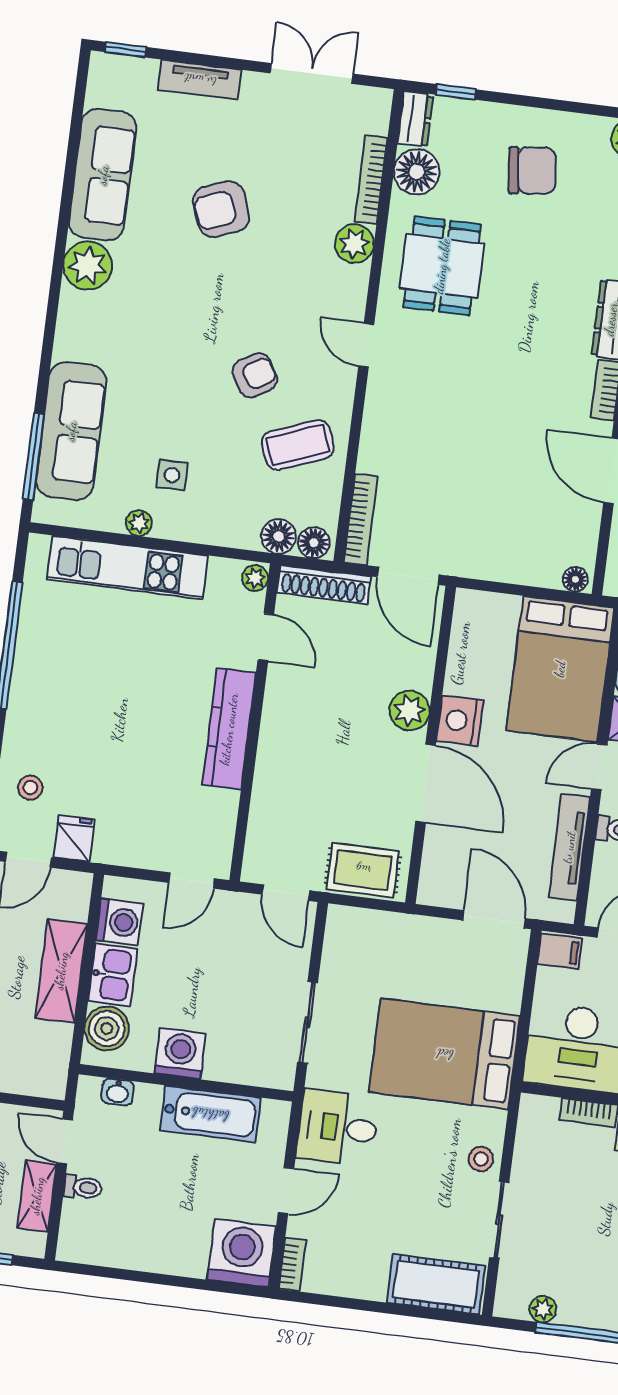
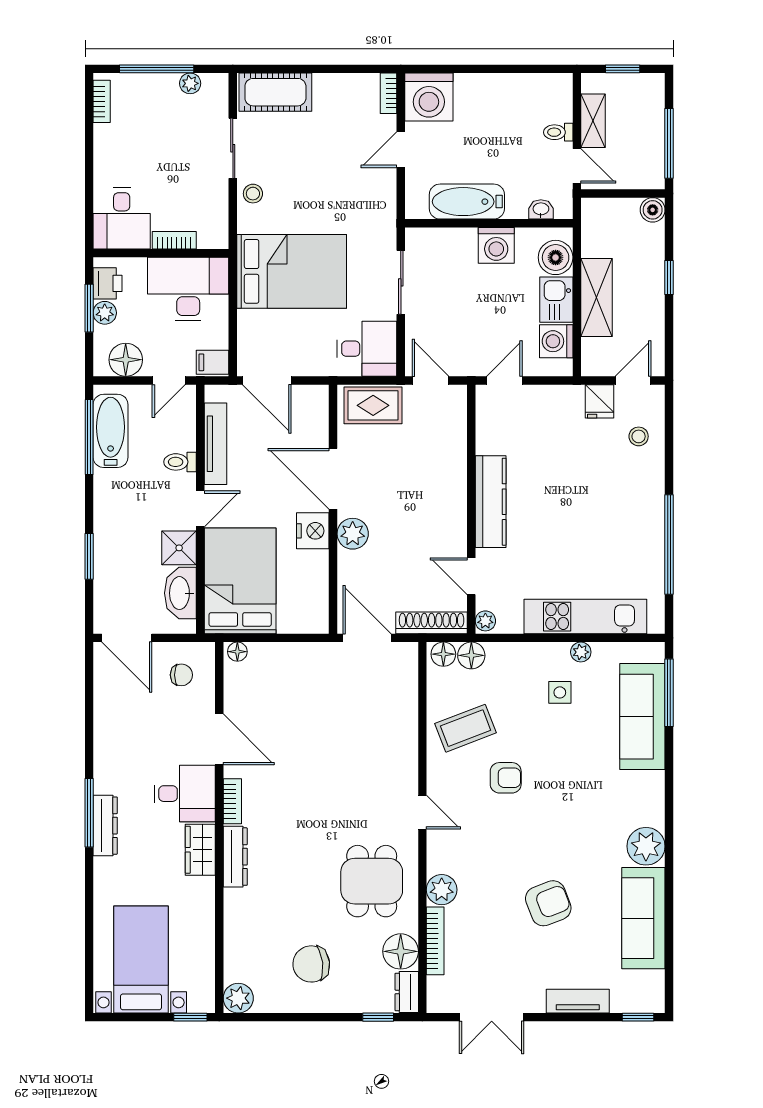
armchair: (255, 375) -> (506, 778), turned -148
bookcase: (361, 519) -> (409, 677), removed
desk: (338, 1128) -> (367, 349), moved

